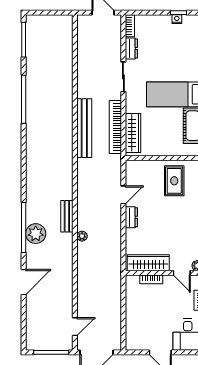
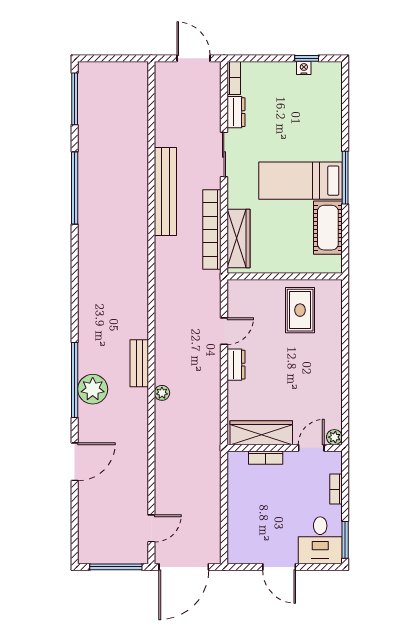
bench: (84, 128) -> (165, 191), moved
door: (182, 273) -> (311, 448), swing flipped

